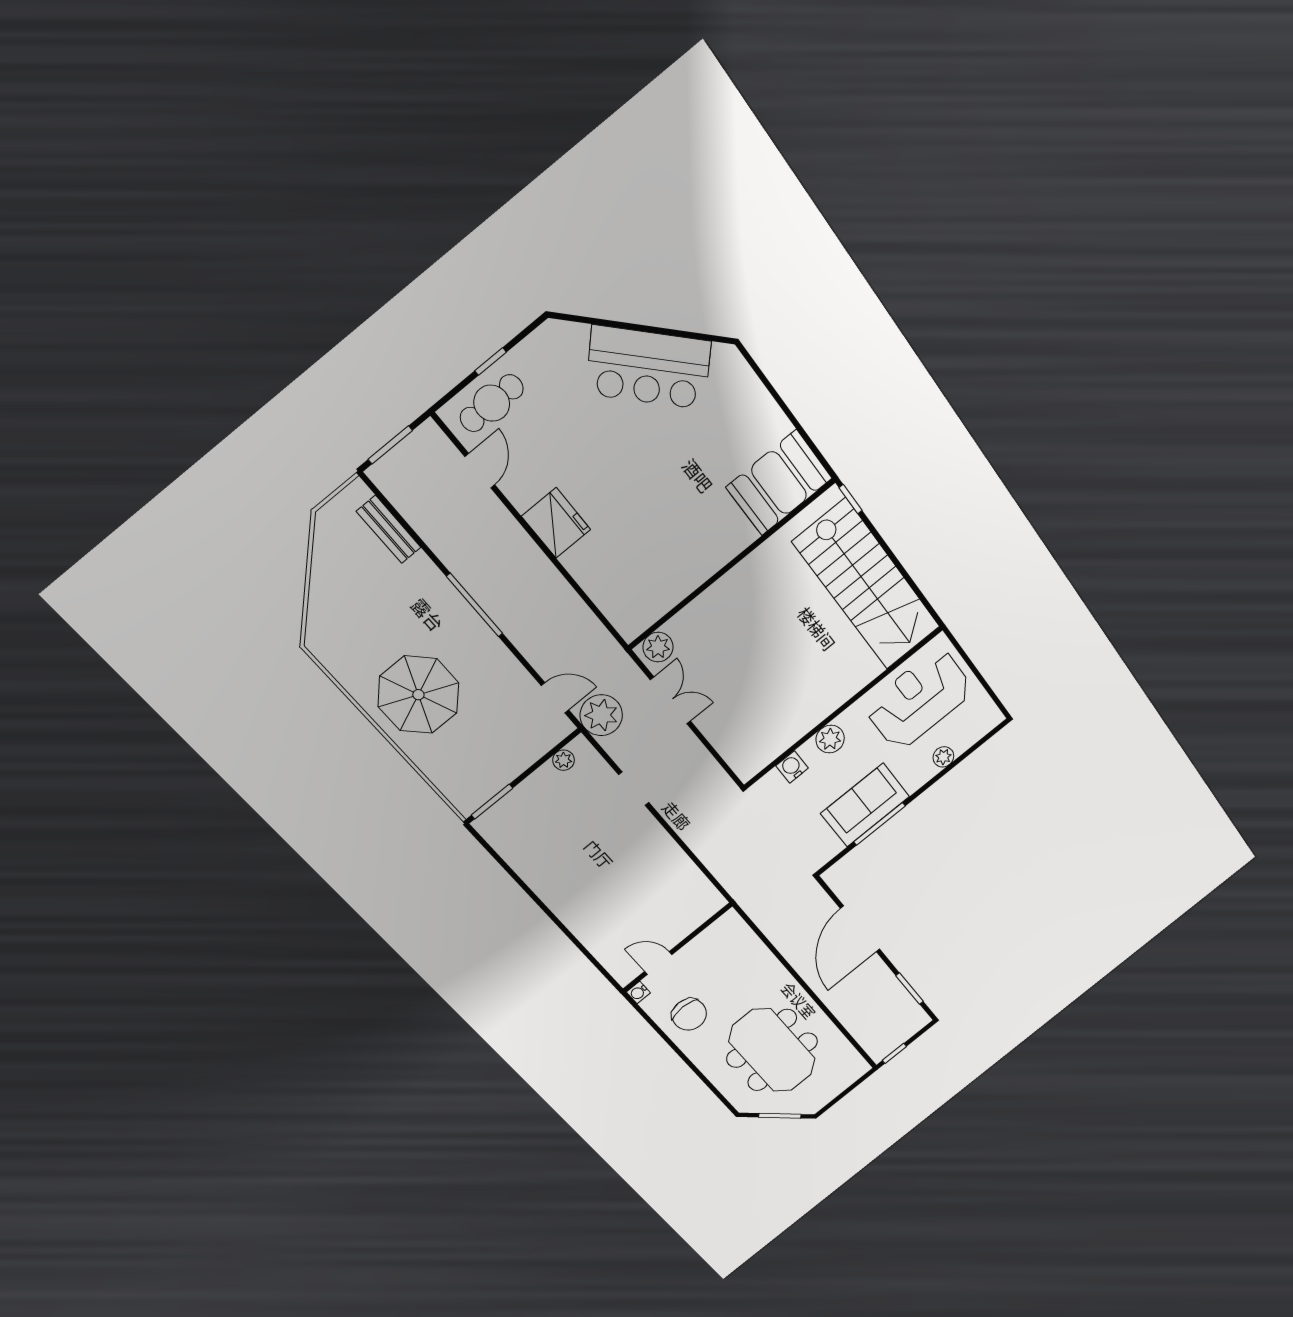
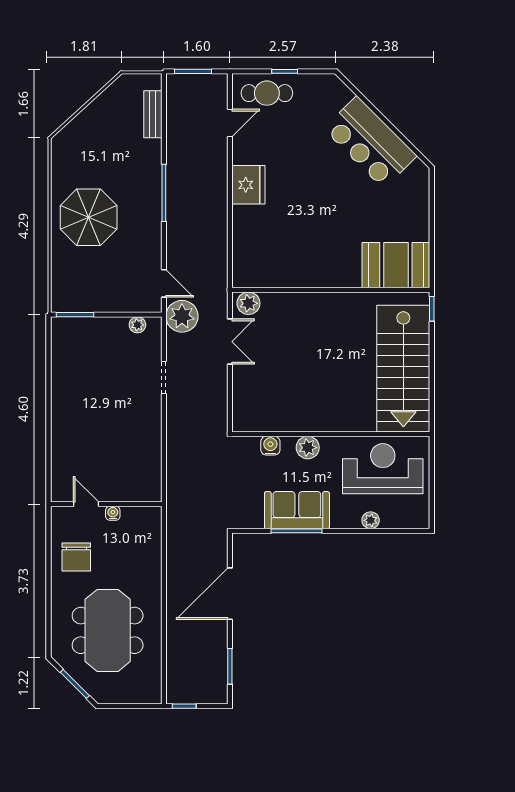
water cooler: (638, 992) -> (113, 513), moved, turned 90

